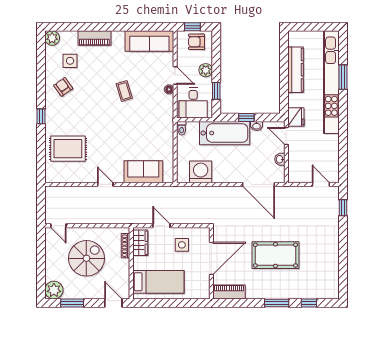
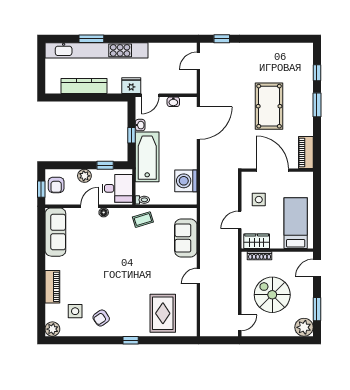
coffee table: (124, 91) -> (143, 220), moved

